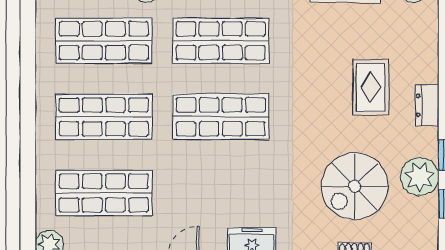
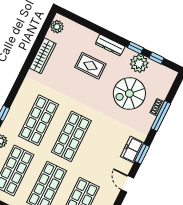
dresser: (427, 105) -> (110, 45), width x1.44
spiral stairs: (355, 186) -> (129, 94), turned 90

